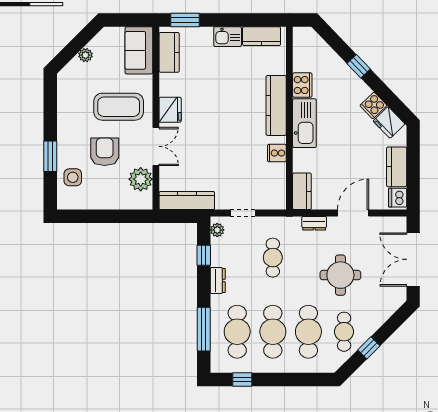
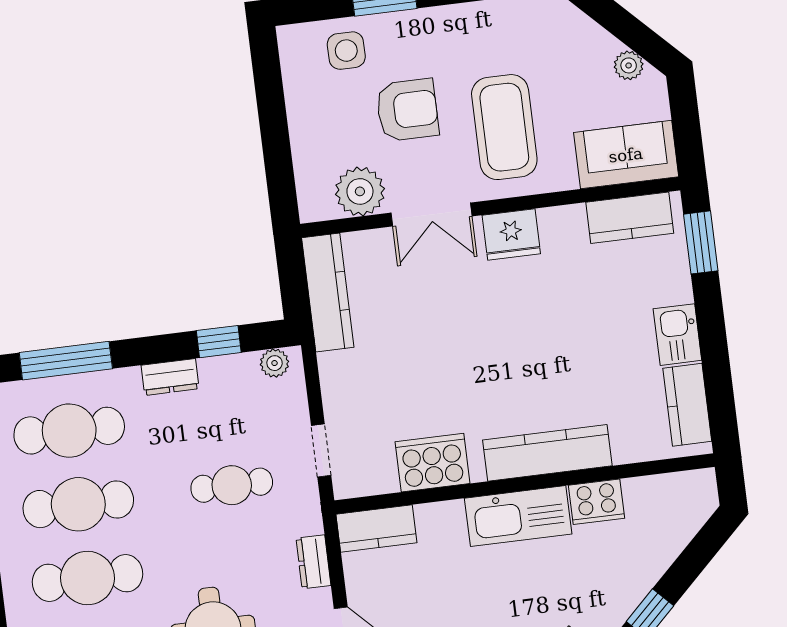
plant: (85, 55) -> (629, 65), moved
cooker: (277, 153) -> (432, 463), width x1.87, depth x1.31
doorway: (243, 213) -> (321, 450), moved

